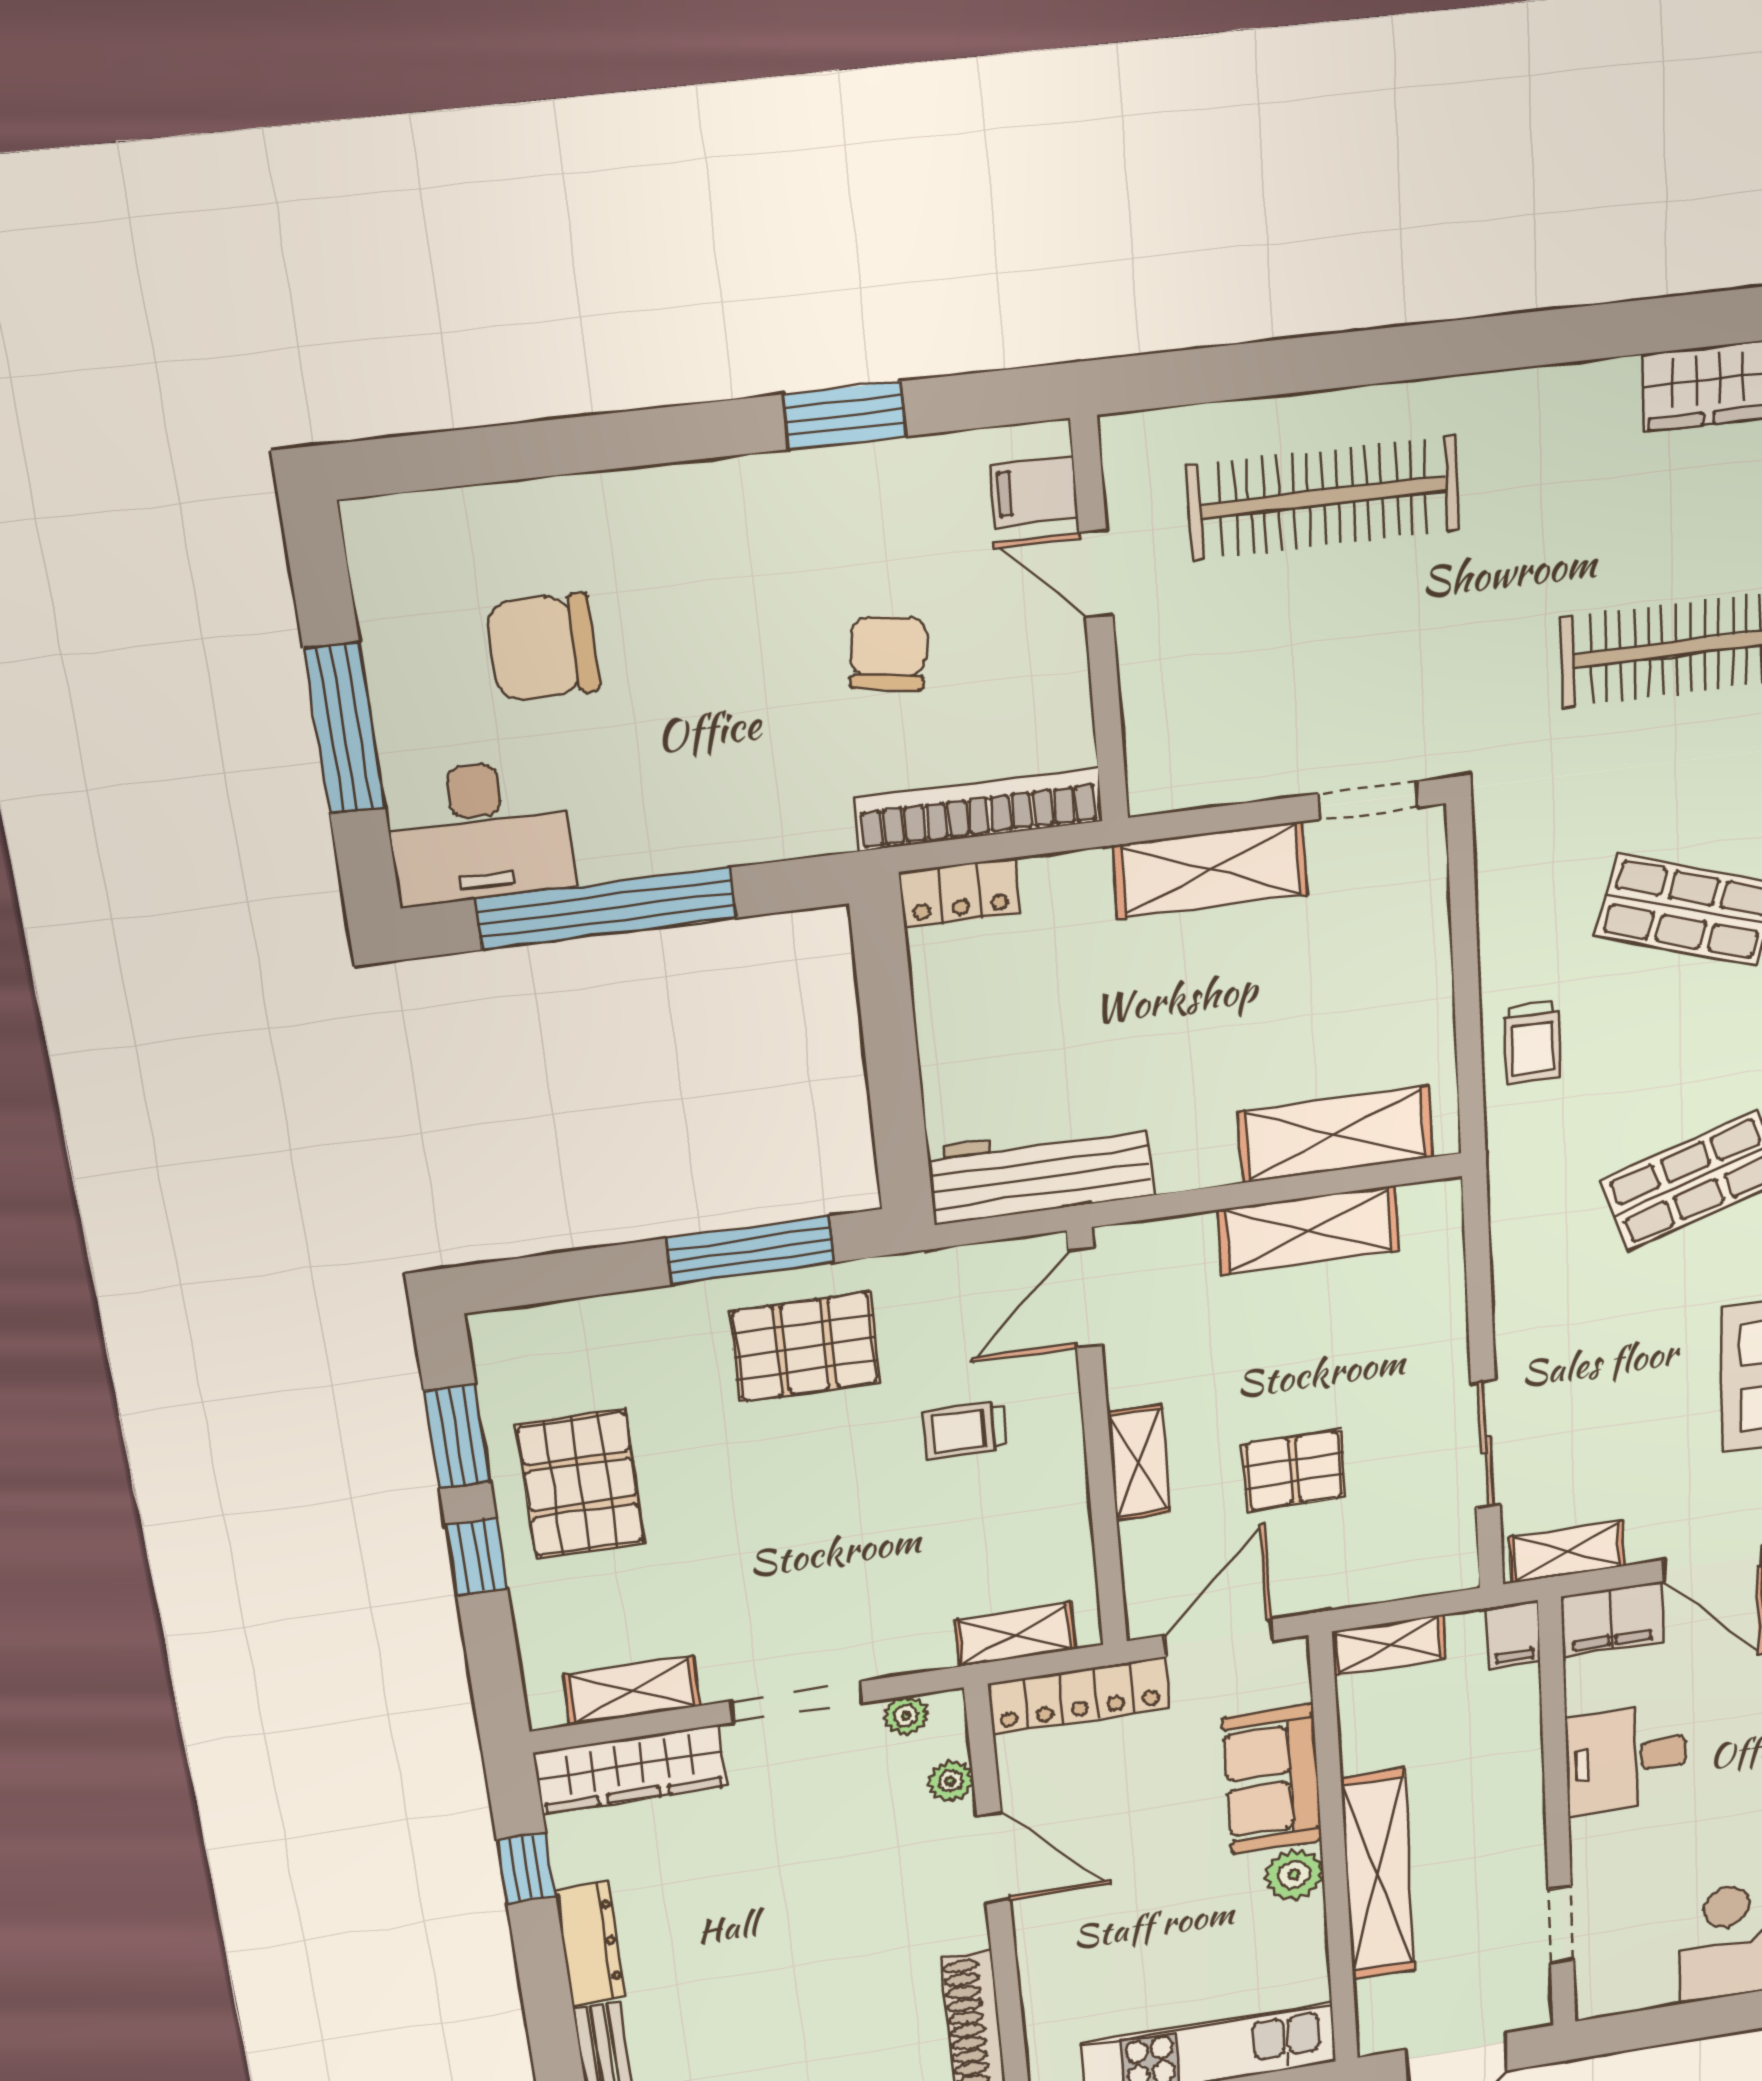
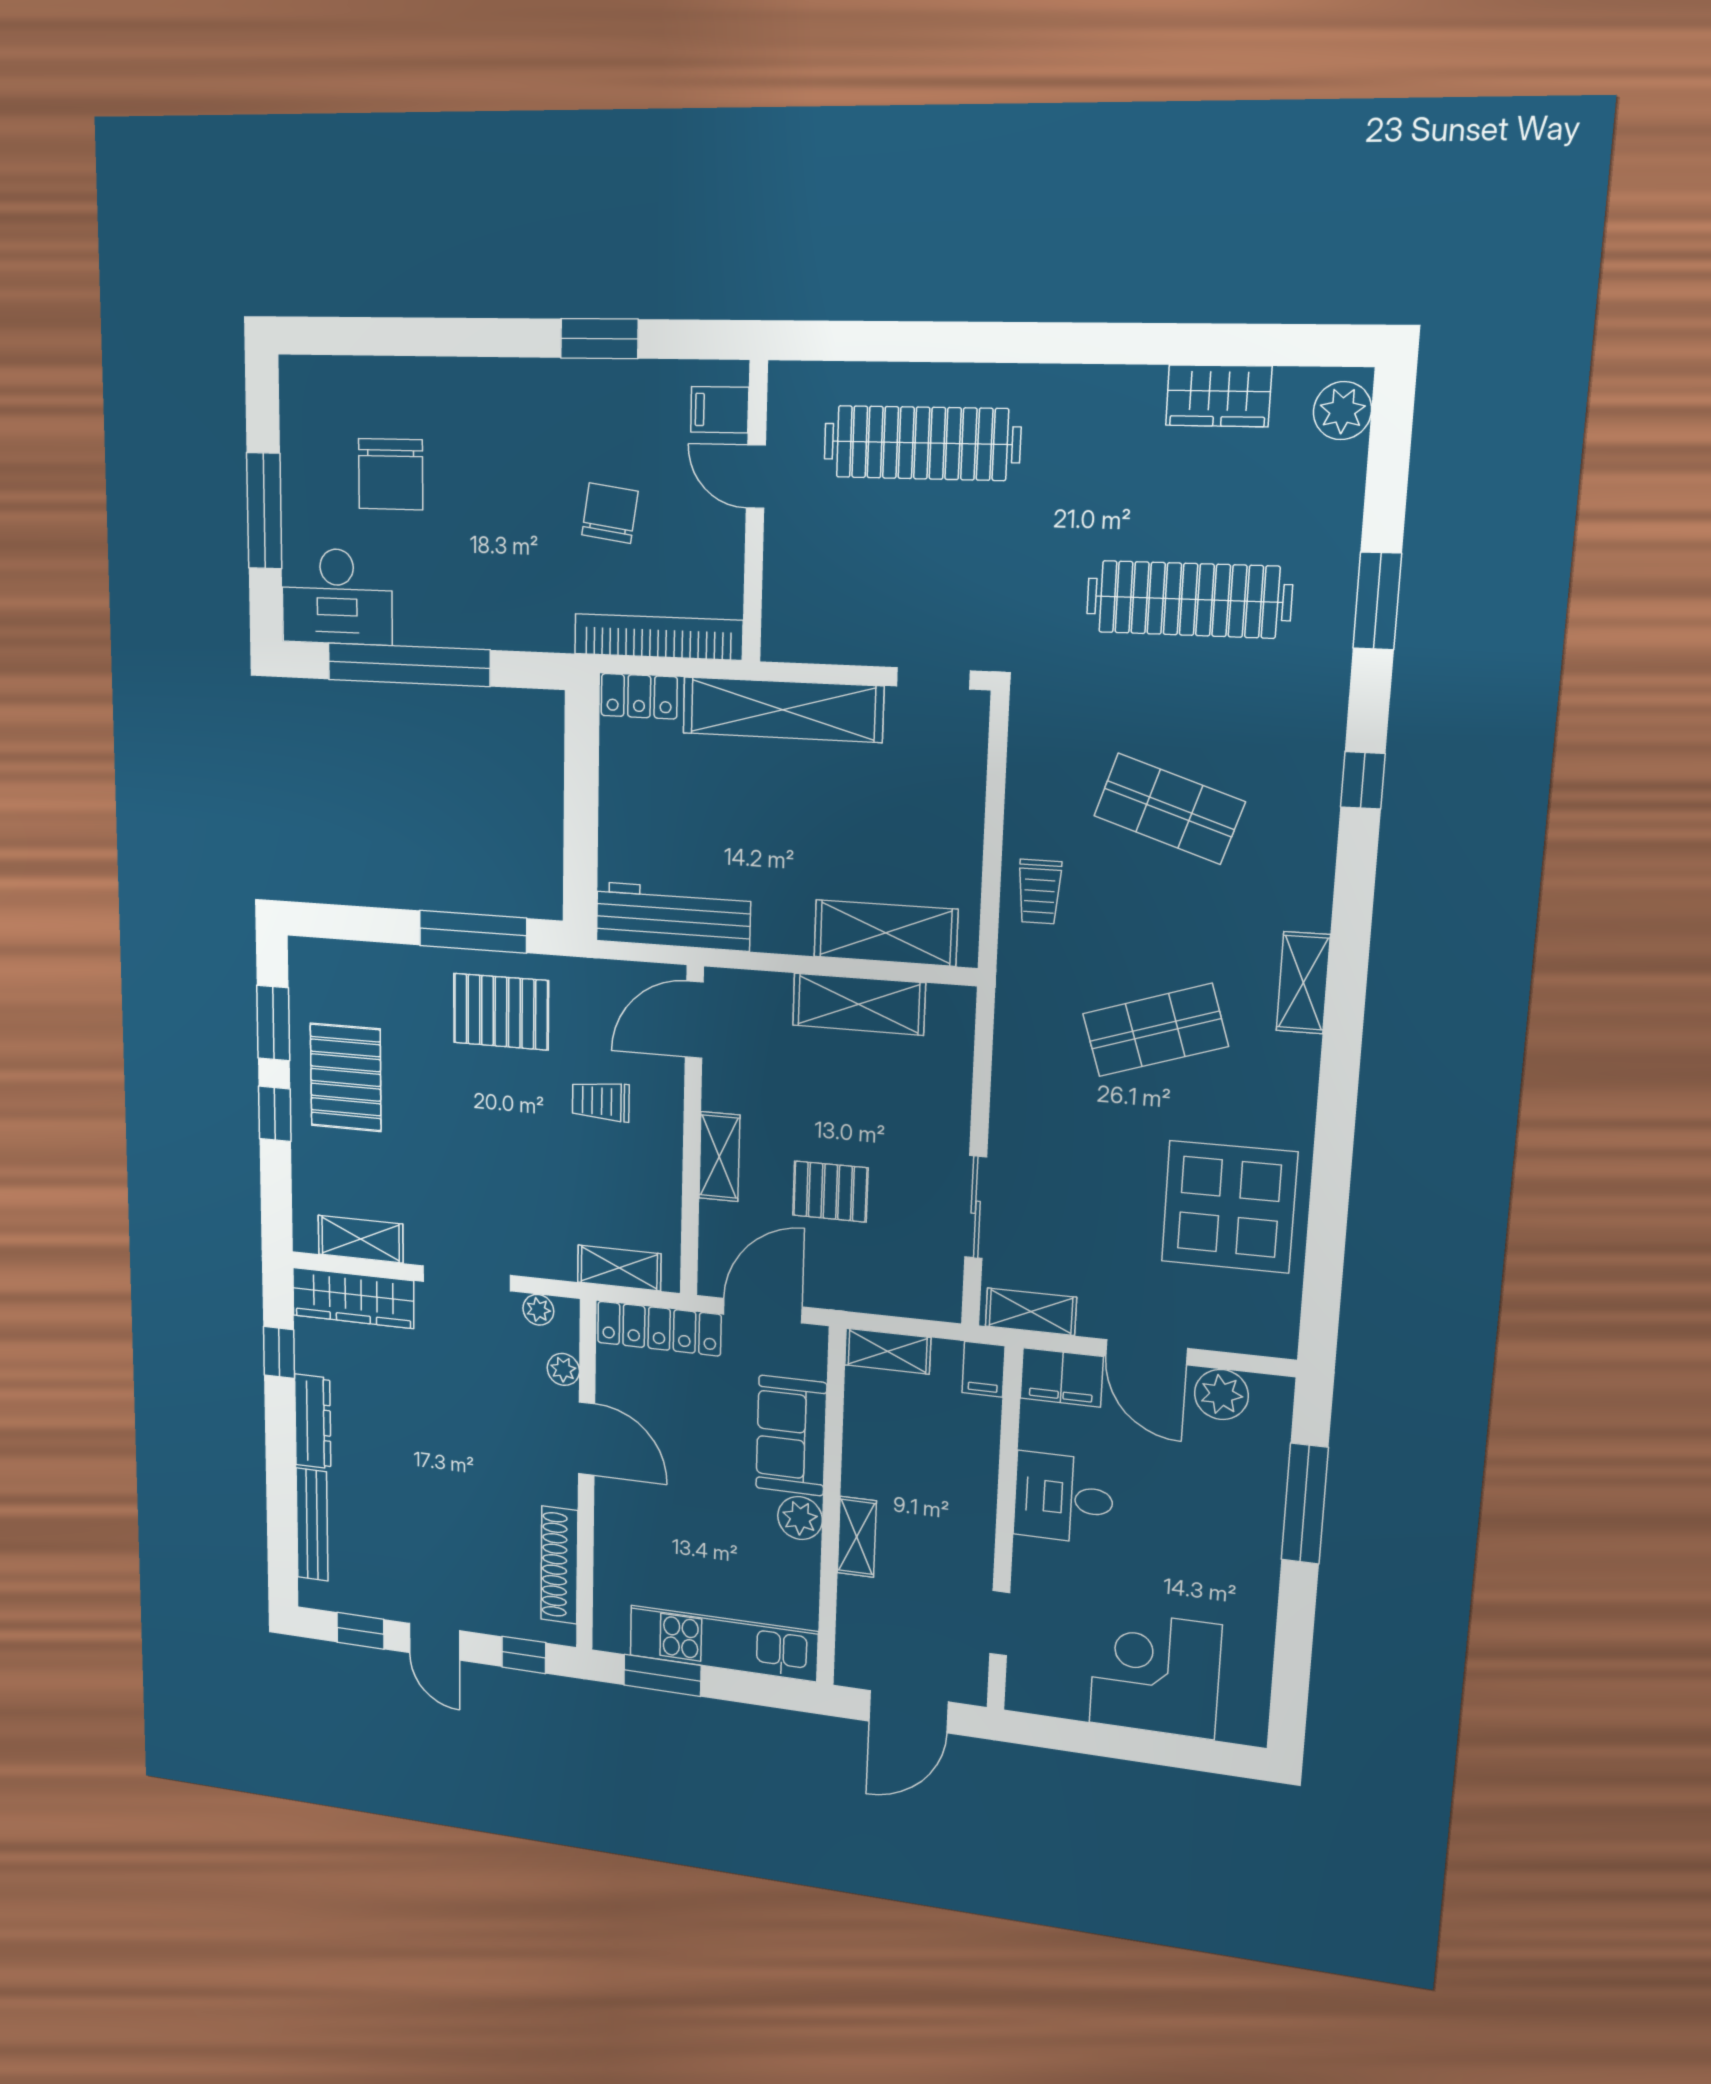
chair: (543, 647) -> (391, 474), turned -90
shelving: (1211, 870) -> (783, 710), width x1.47
shelving: (1378, 1875) -> (857, 1537), width x0.45, depth x0.75

